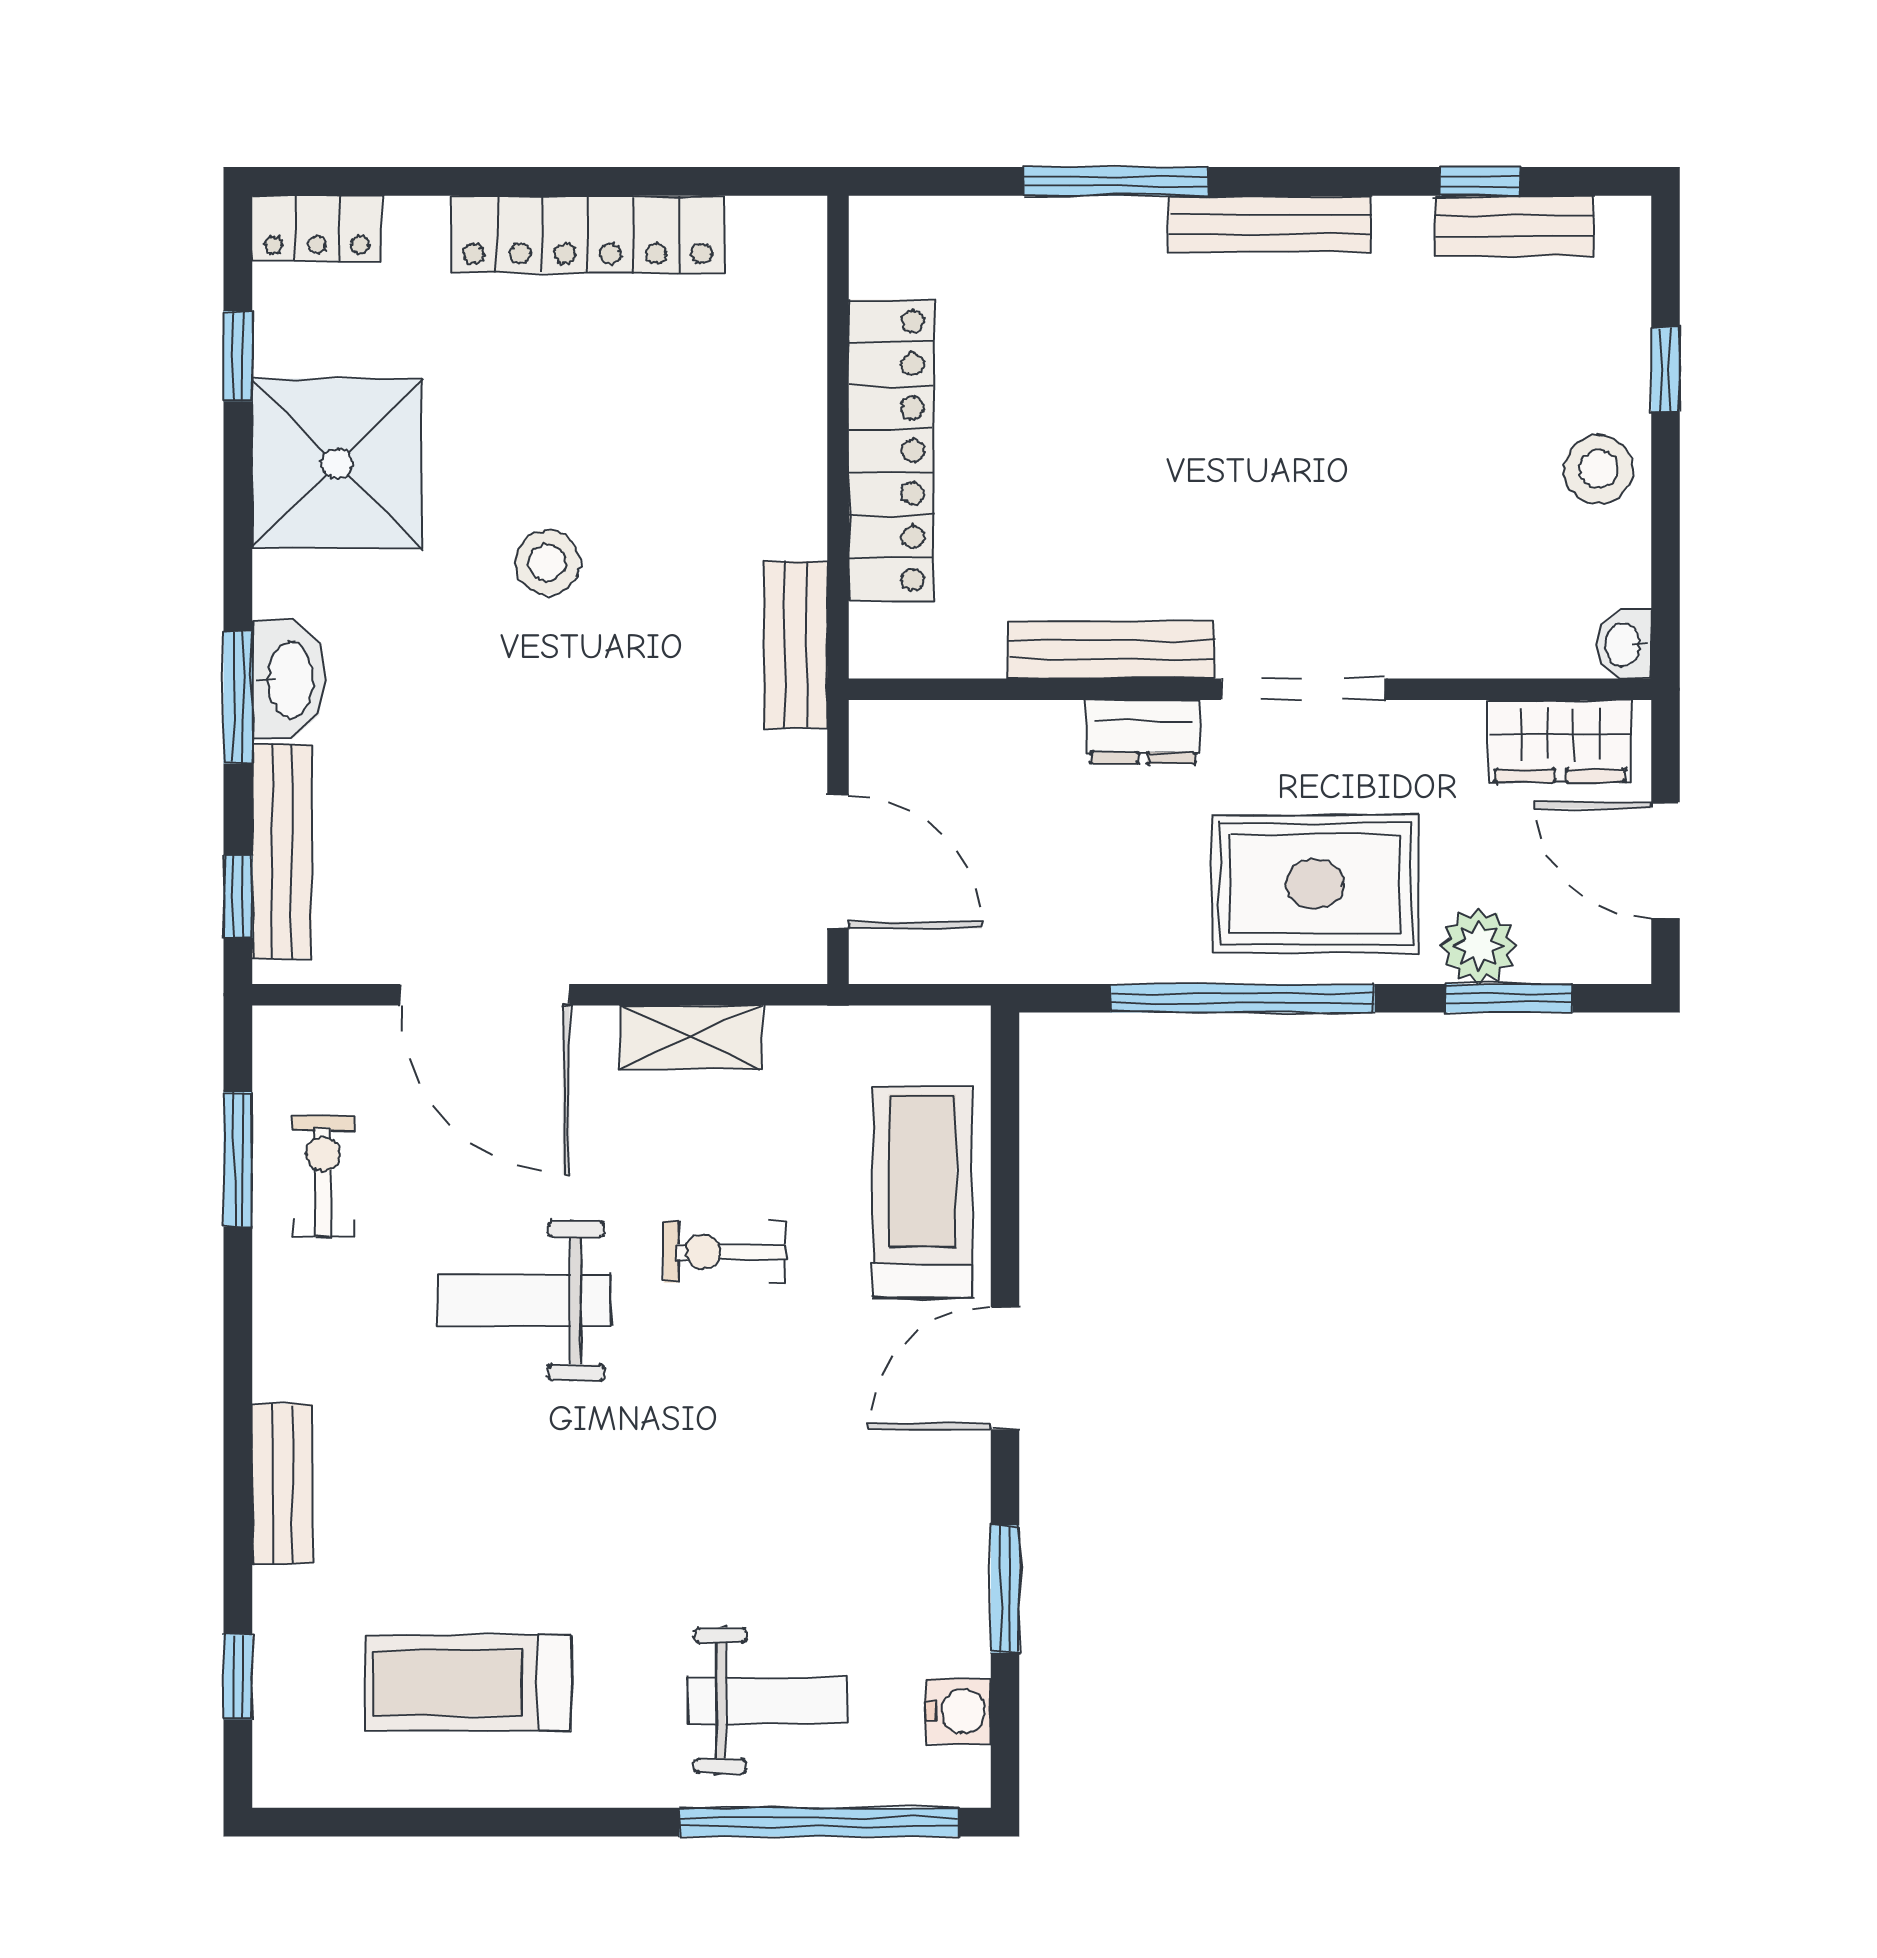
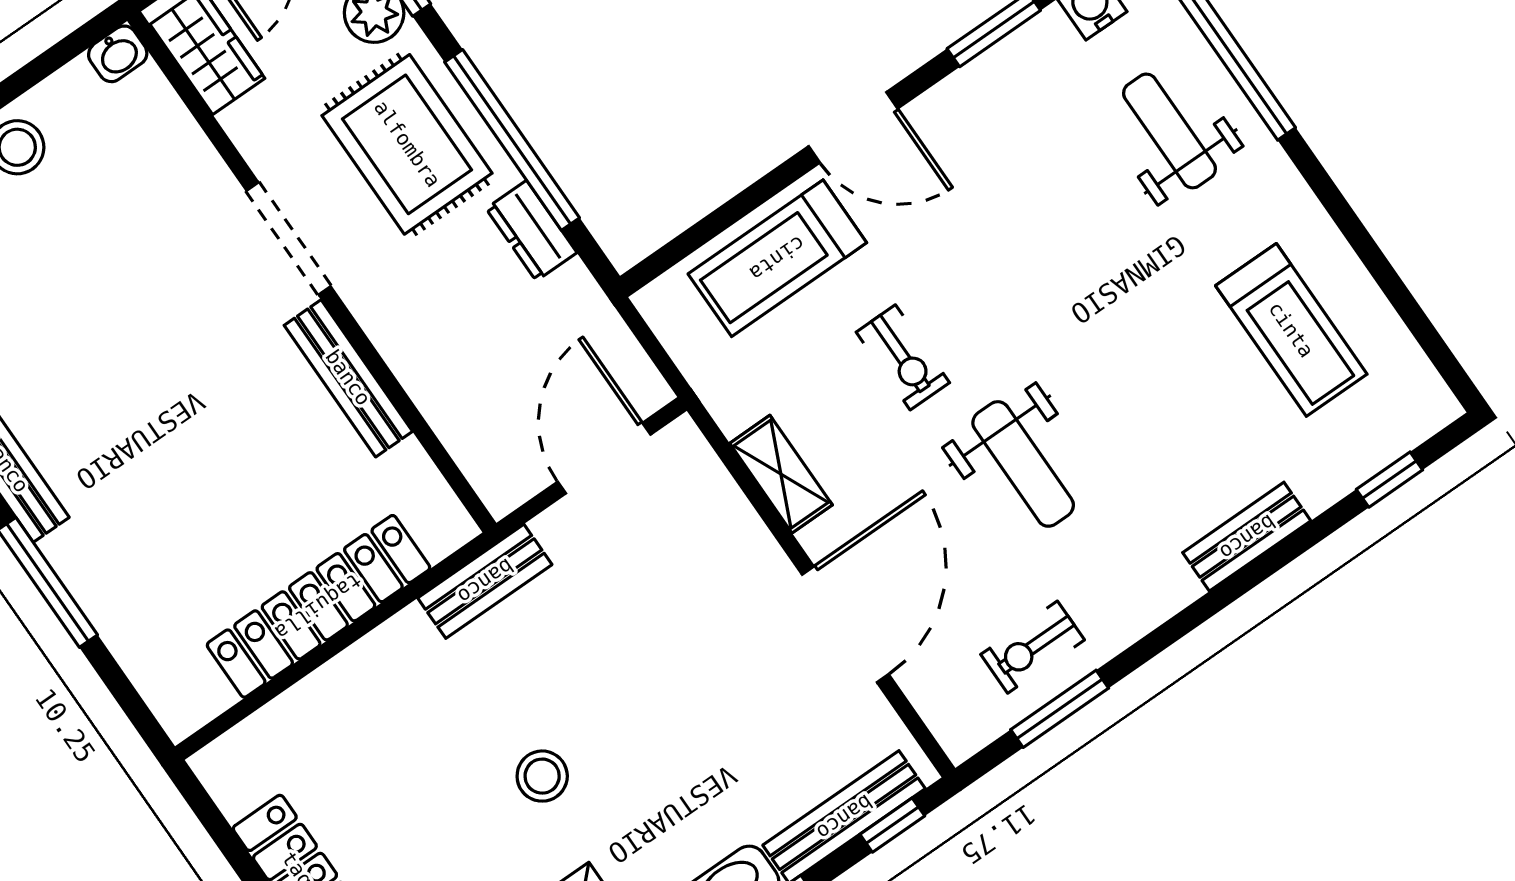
dresser: (1143, 732) -> (531, 231), moved, turned 180

